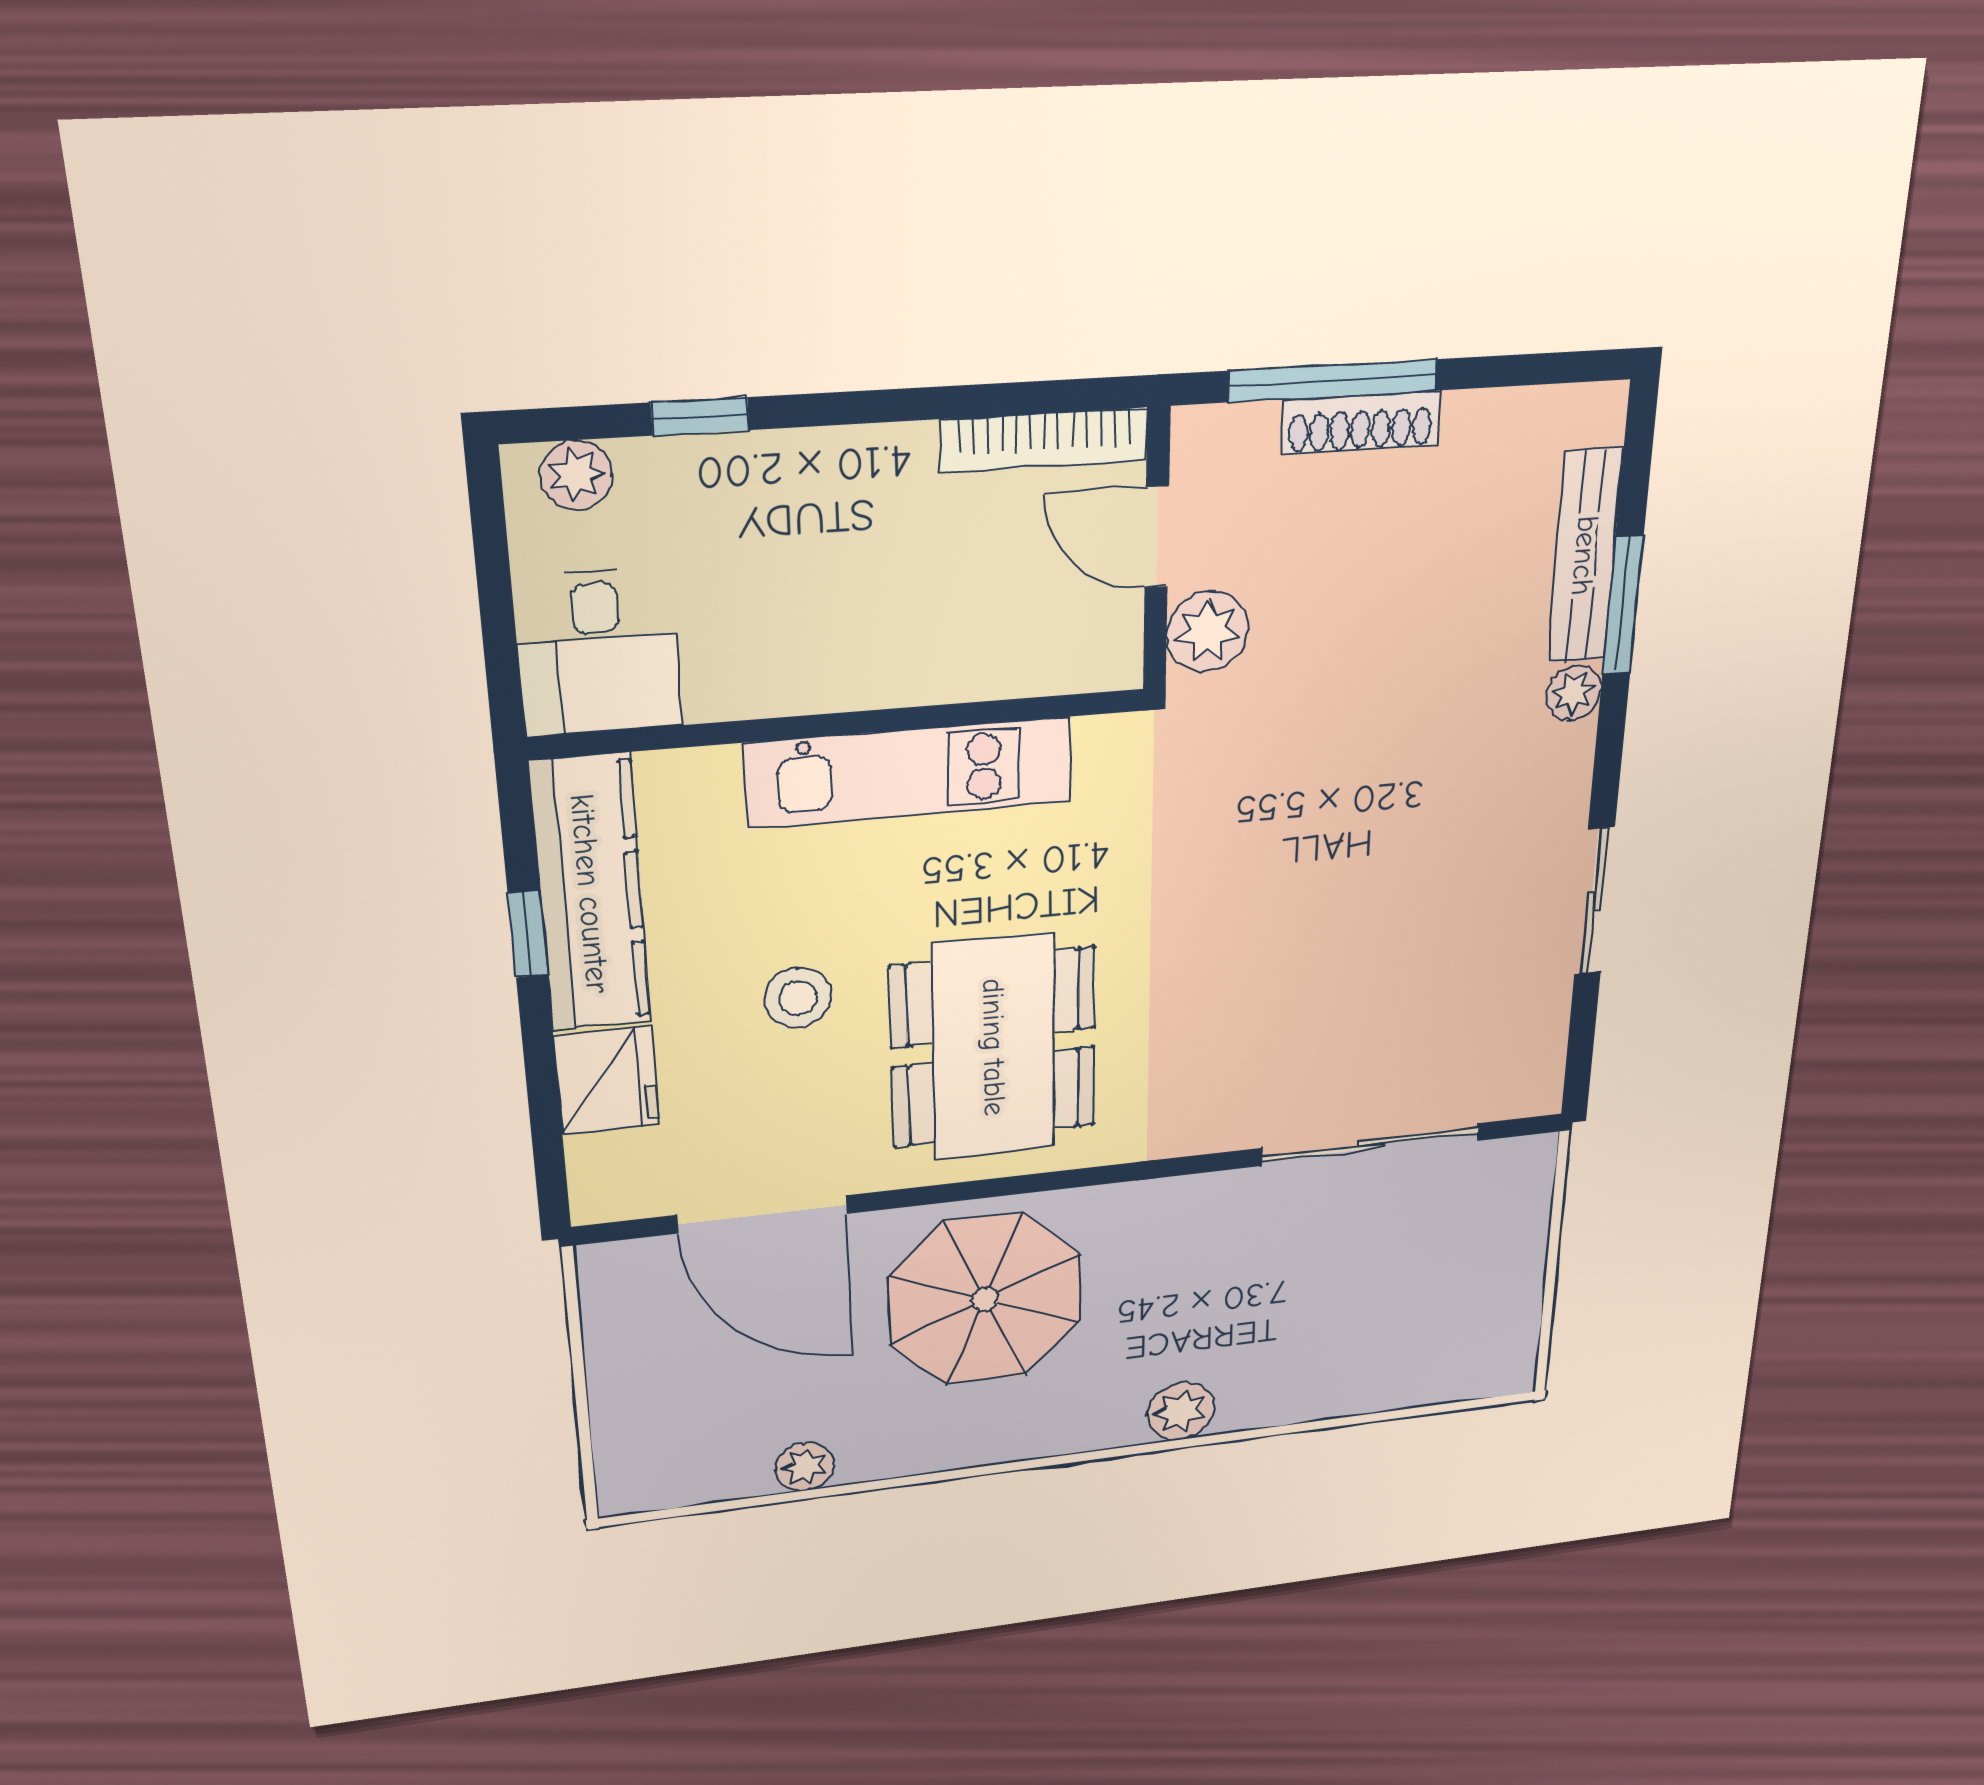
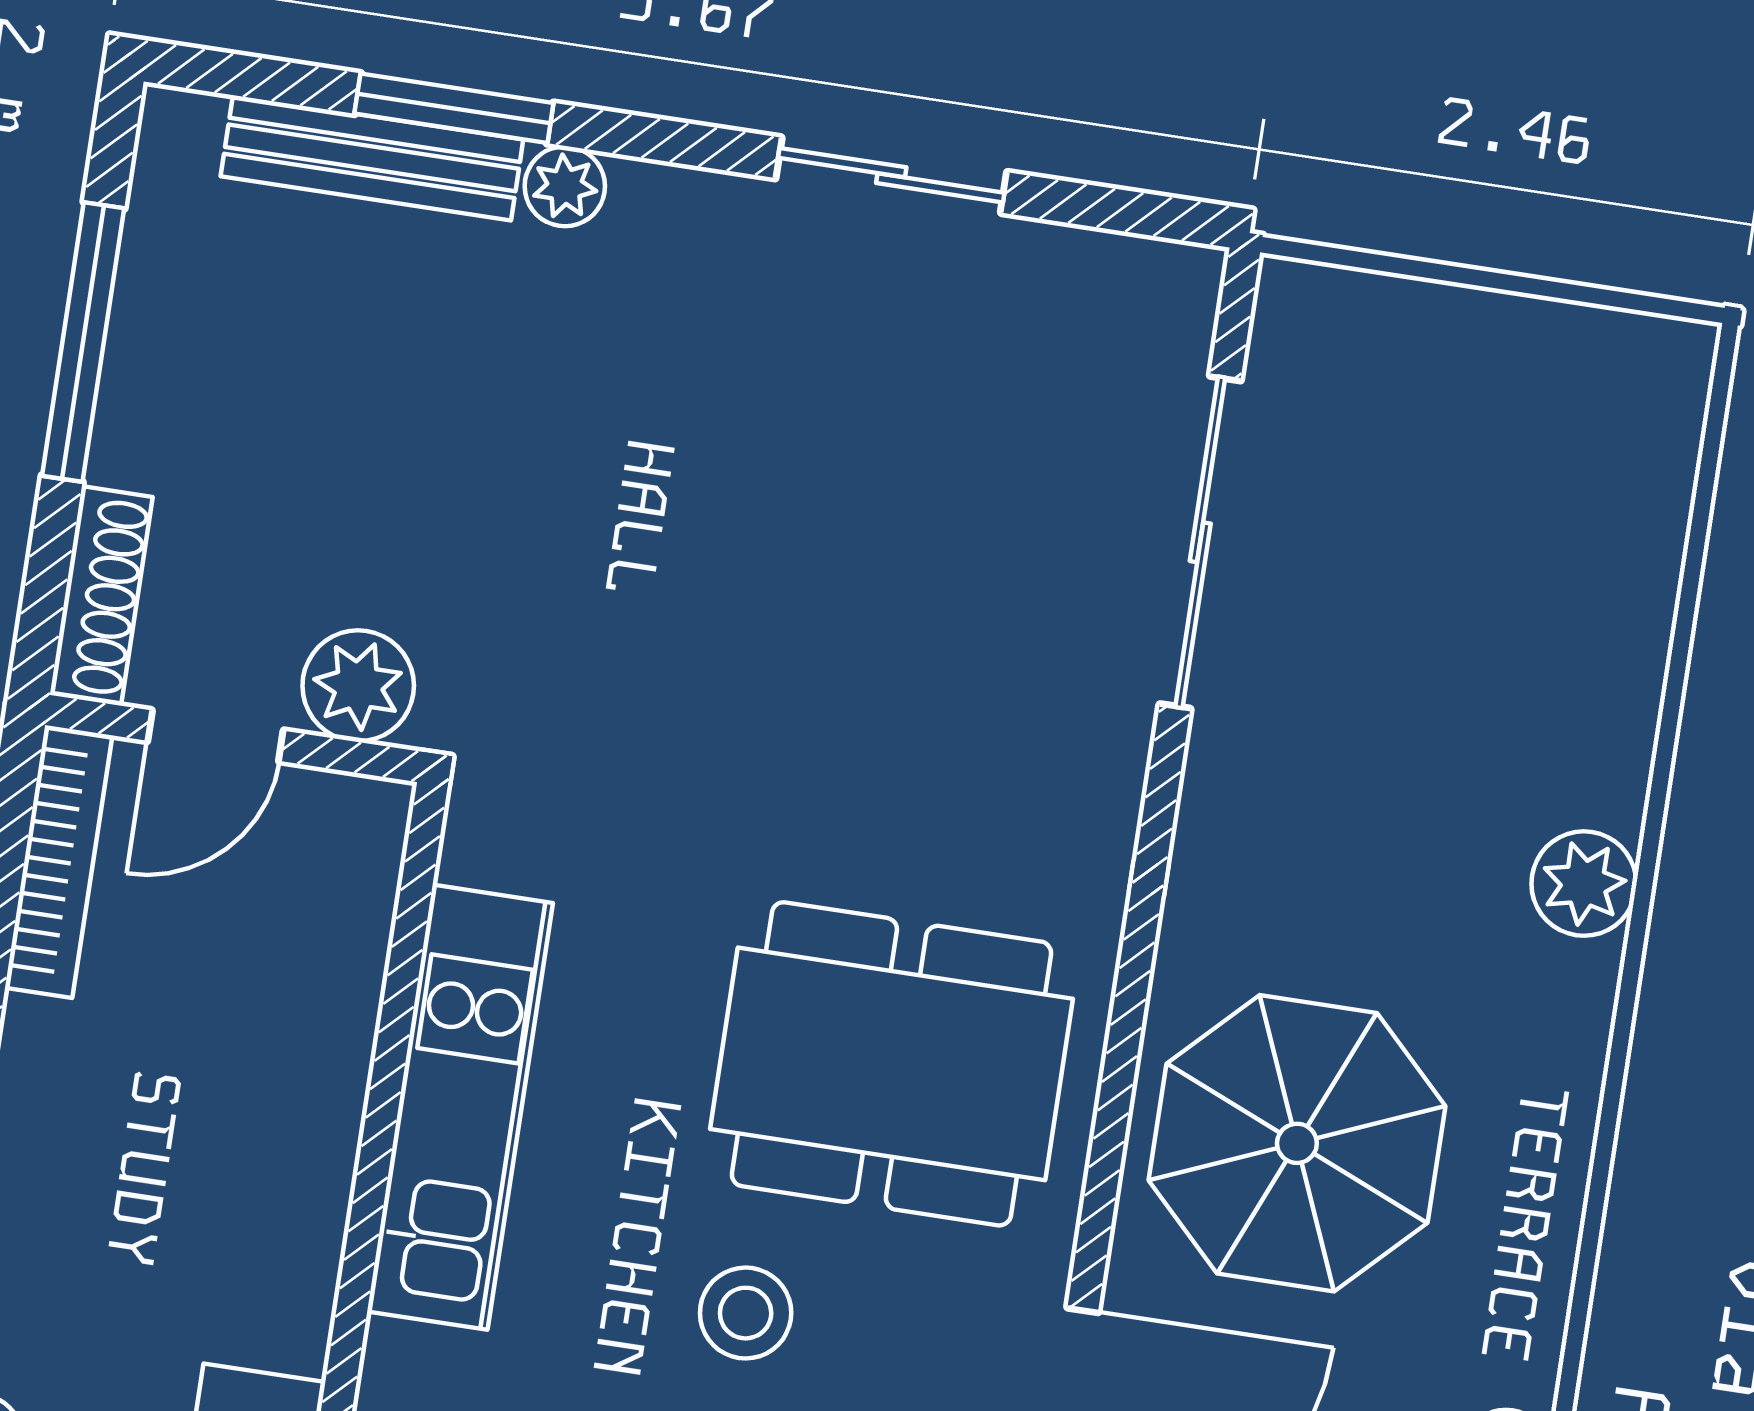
window: (1333, 381) -> (83, 342), moved
shoe rack: (1361, 422) -> (101, 596), moved

